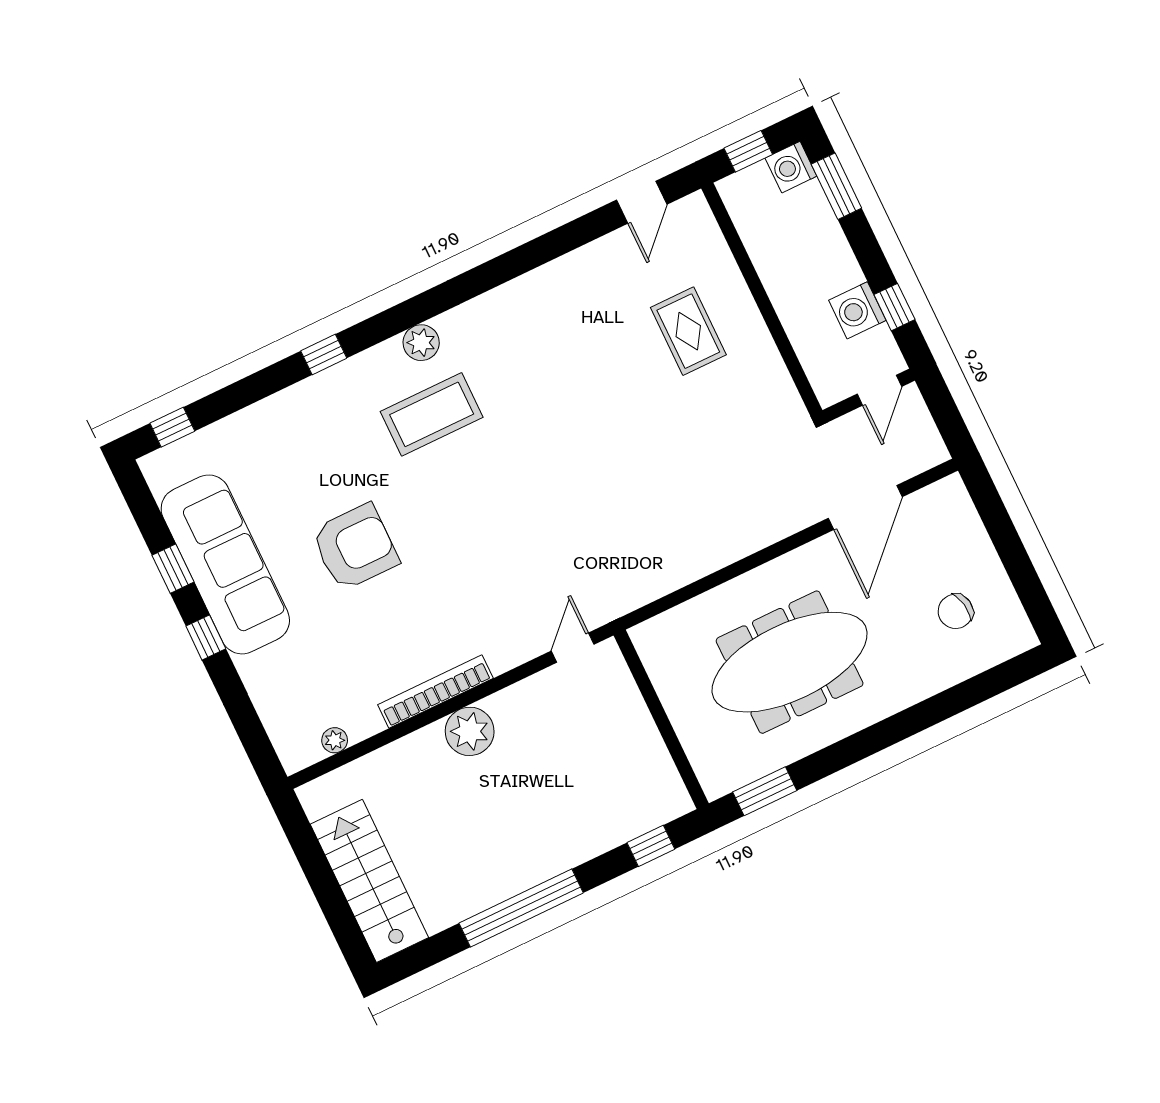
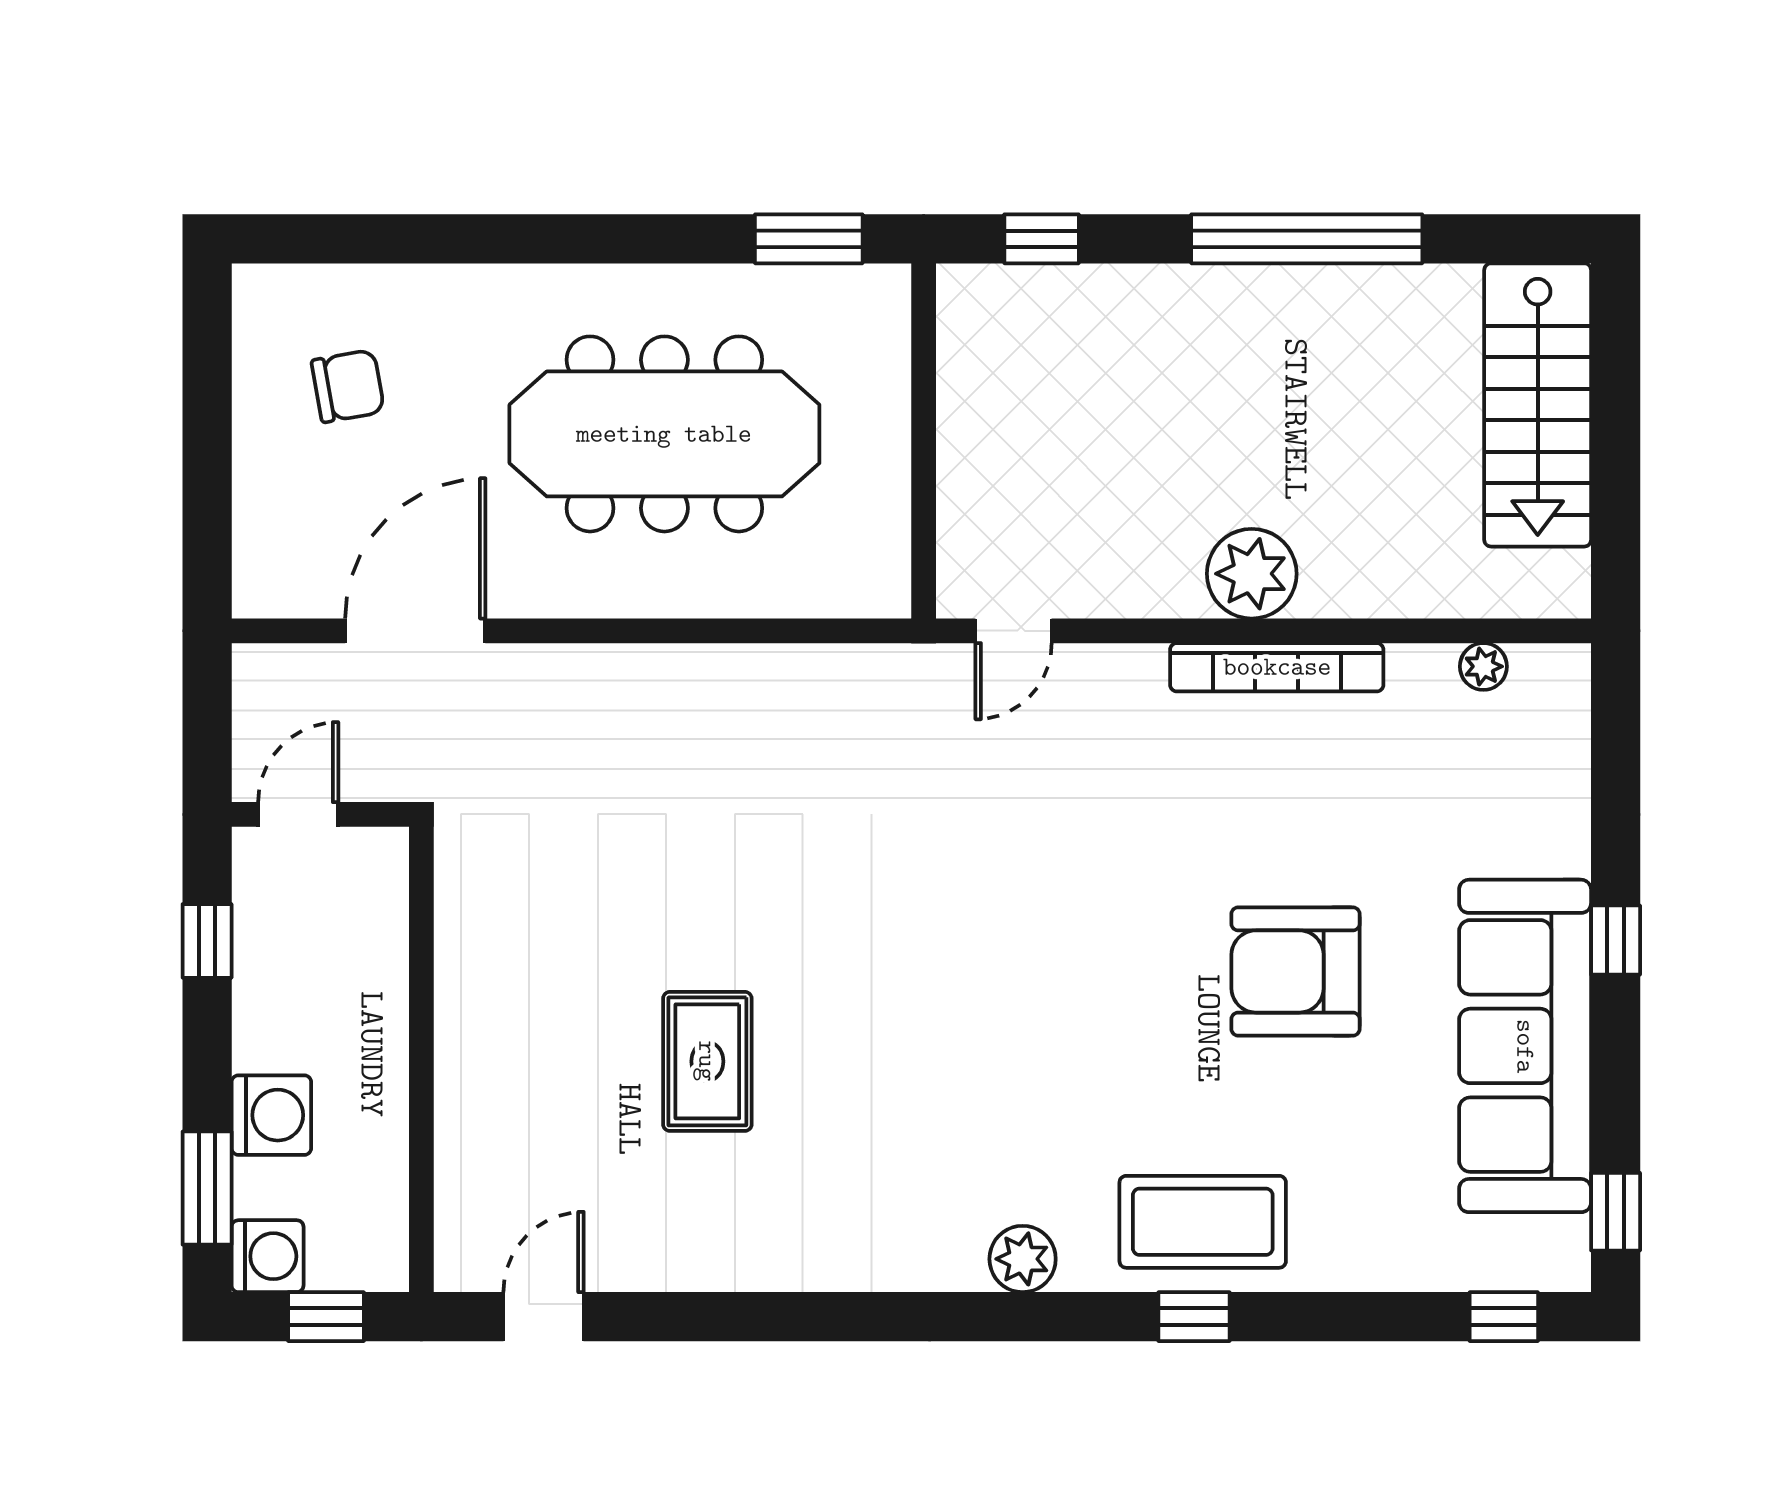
washing machine: (857, 310) -> (271, 1115), moved
rug: (688, 331) -> (707, 1061), moved
coffee table: (432, 414) -> (1203, 1222), moved
window: (173, 569) -> (1616, 1212), moved

